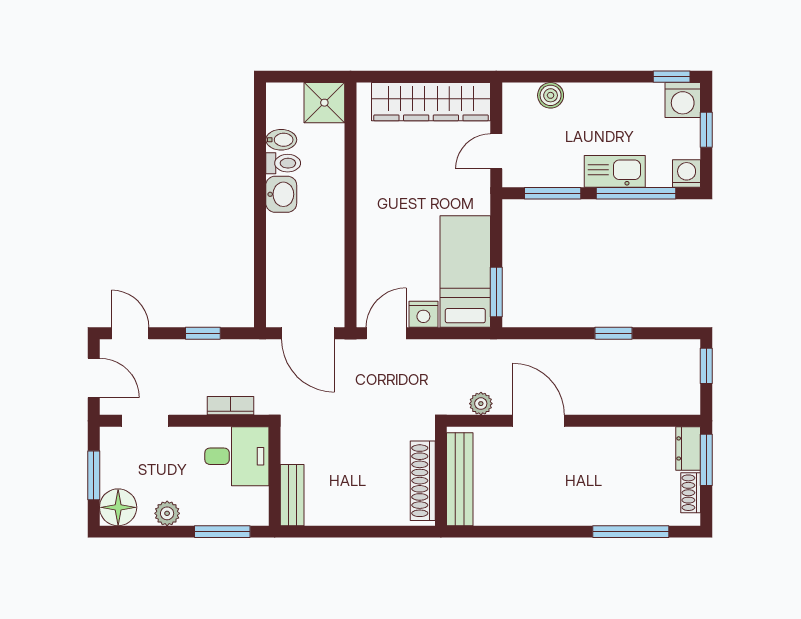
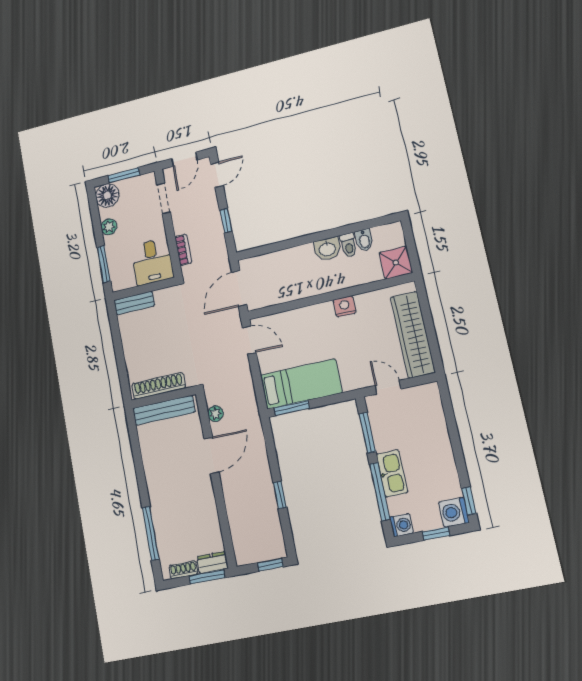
boiler: (551, 95) -> (436, 417), removed
nightstand: (423, 314) -> (345, 306), moved, turned 90

